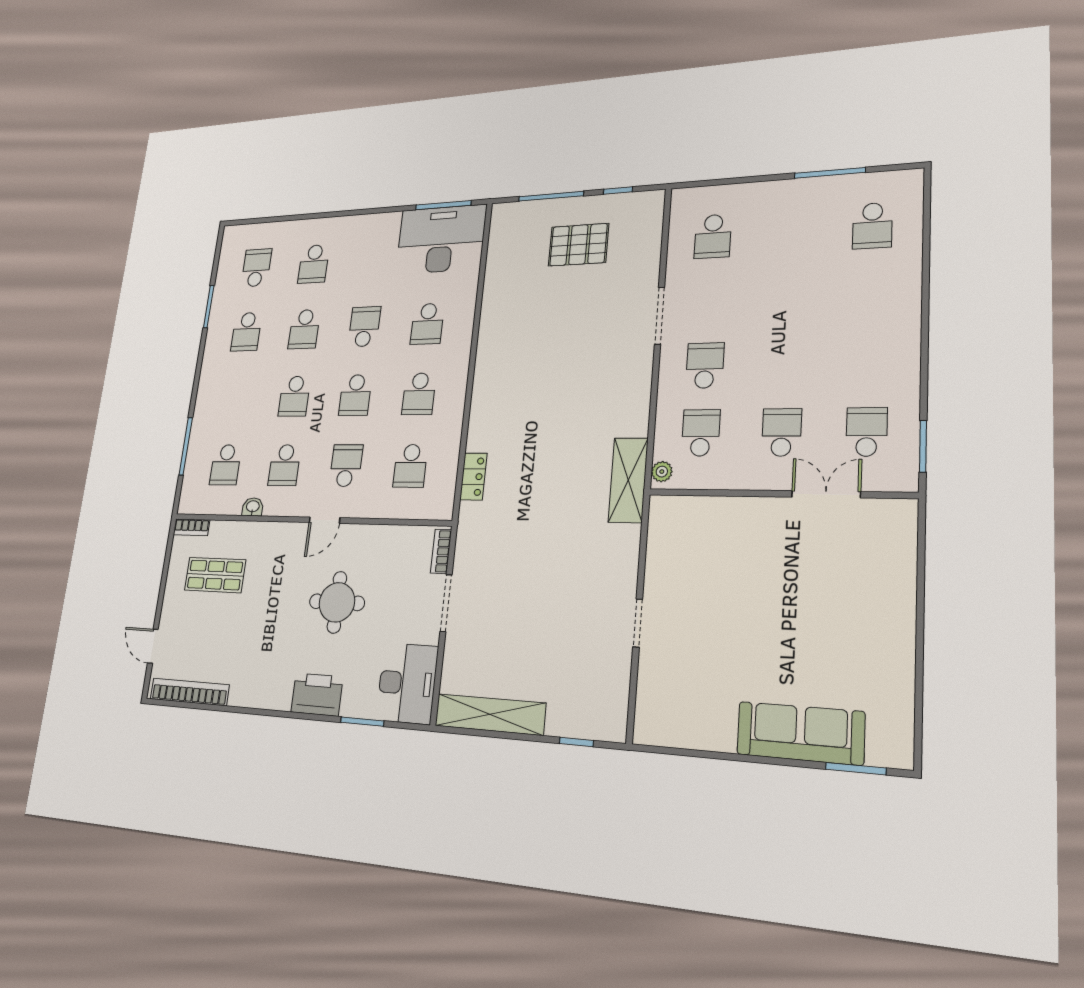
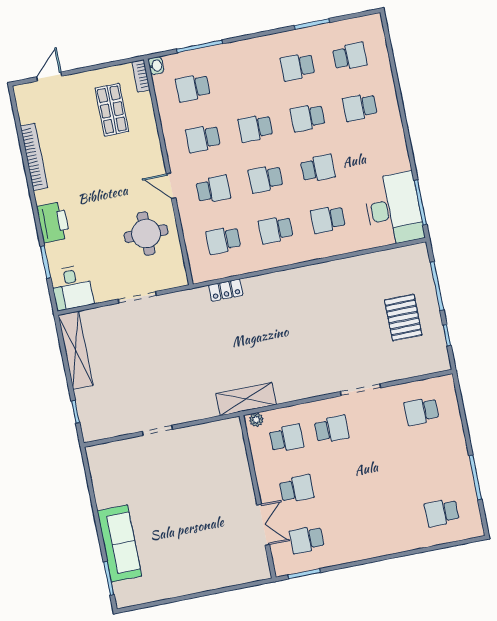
school desk: (867, 432) -> (307, 540), turned 180
washbasin: (253, 507) -> (156, 66), moved
bookcase: (441, 551) -> (170, 283), removed
round table: (337, 602) -> (146, 234), moved
desk: (407, 683) -> (72, 288), width x0.73
bookcase: (189, 692) -> (34, 157), moved

